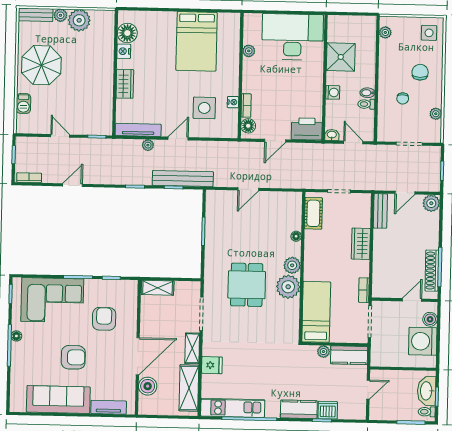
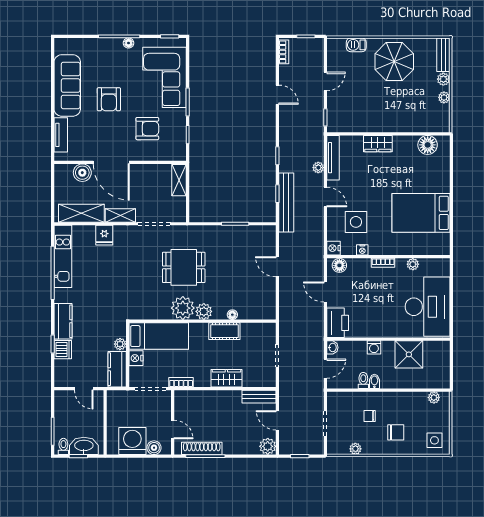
plant: (79, 20) -> (444, 97), width x0.53, depth x0.53
nightstand: (124, 51) -> (333, 248), moved, turned -90
bookcase: (246, 105) -> (383, 263), moved
cot: (313, 213) -> (224, 331), moved
nightstand: (338, 336) -> (136, 358), added

